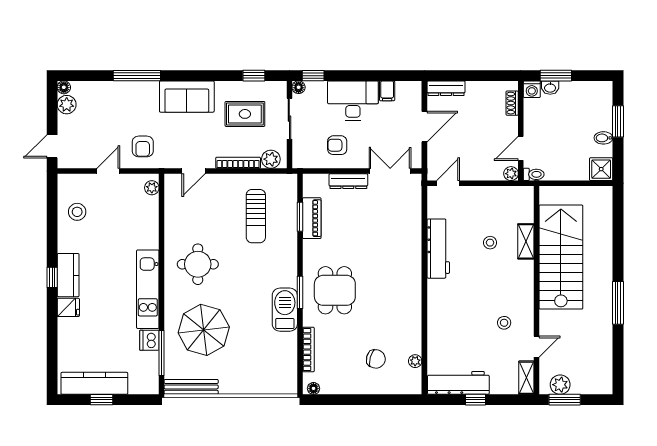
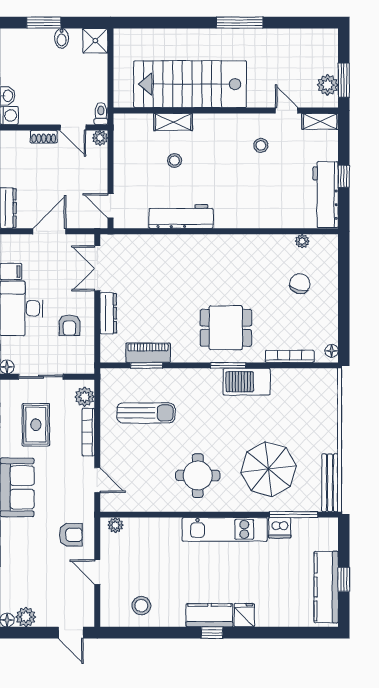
shoe rack: (512, 103) -> (44, 137), moved
door: (424, 127) -> (49, 231), hinge flipped

